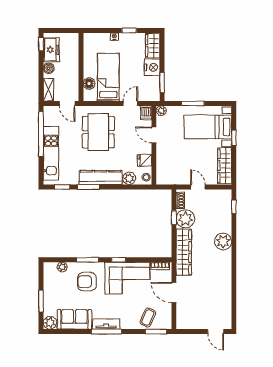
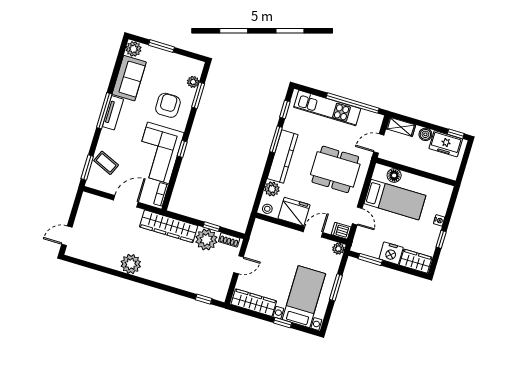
fridge: (144, 160) -> (294, 212), width x1.88, depth x1.34
plant: (223, 241) -> (131, 264), moved
window: (88, 260) -> (198, 95), moved

